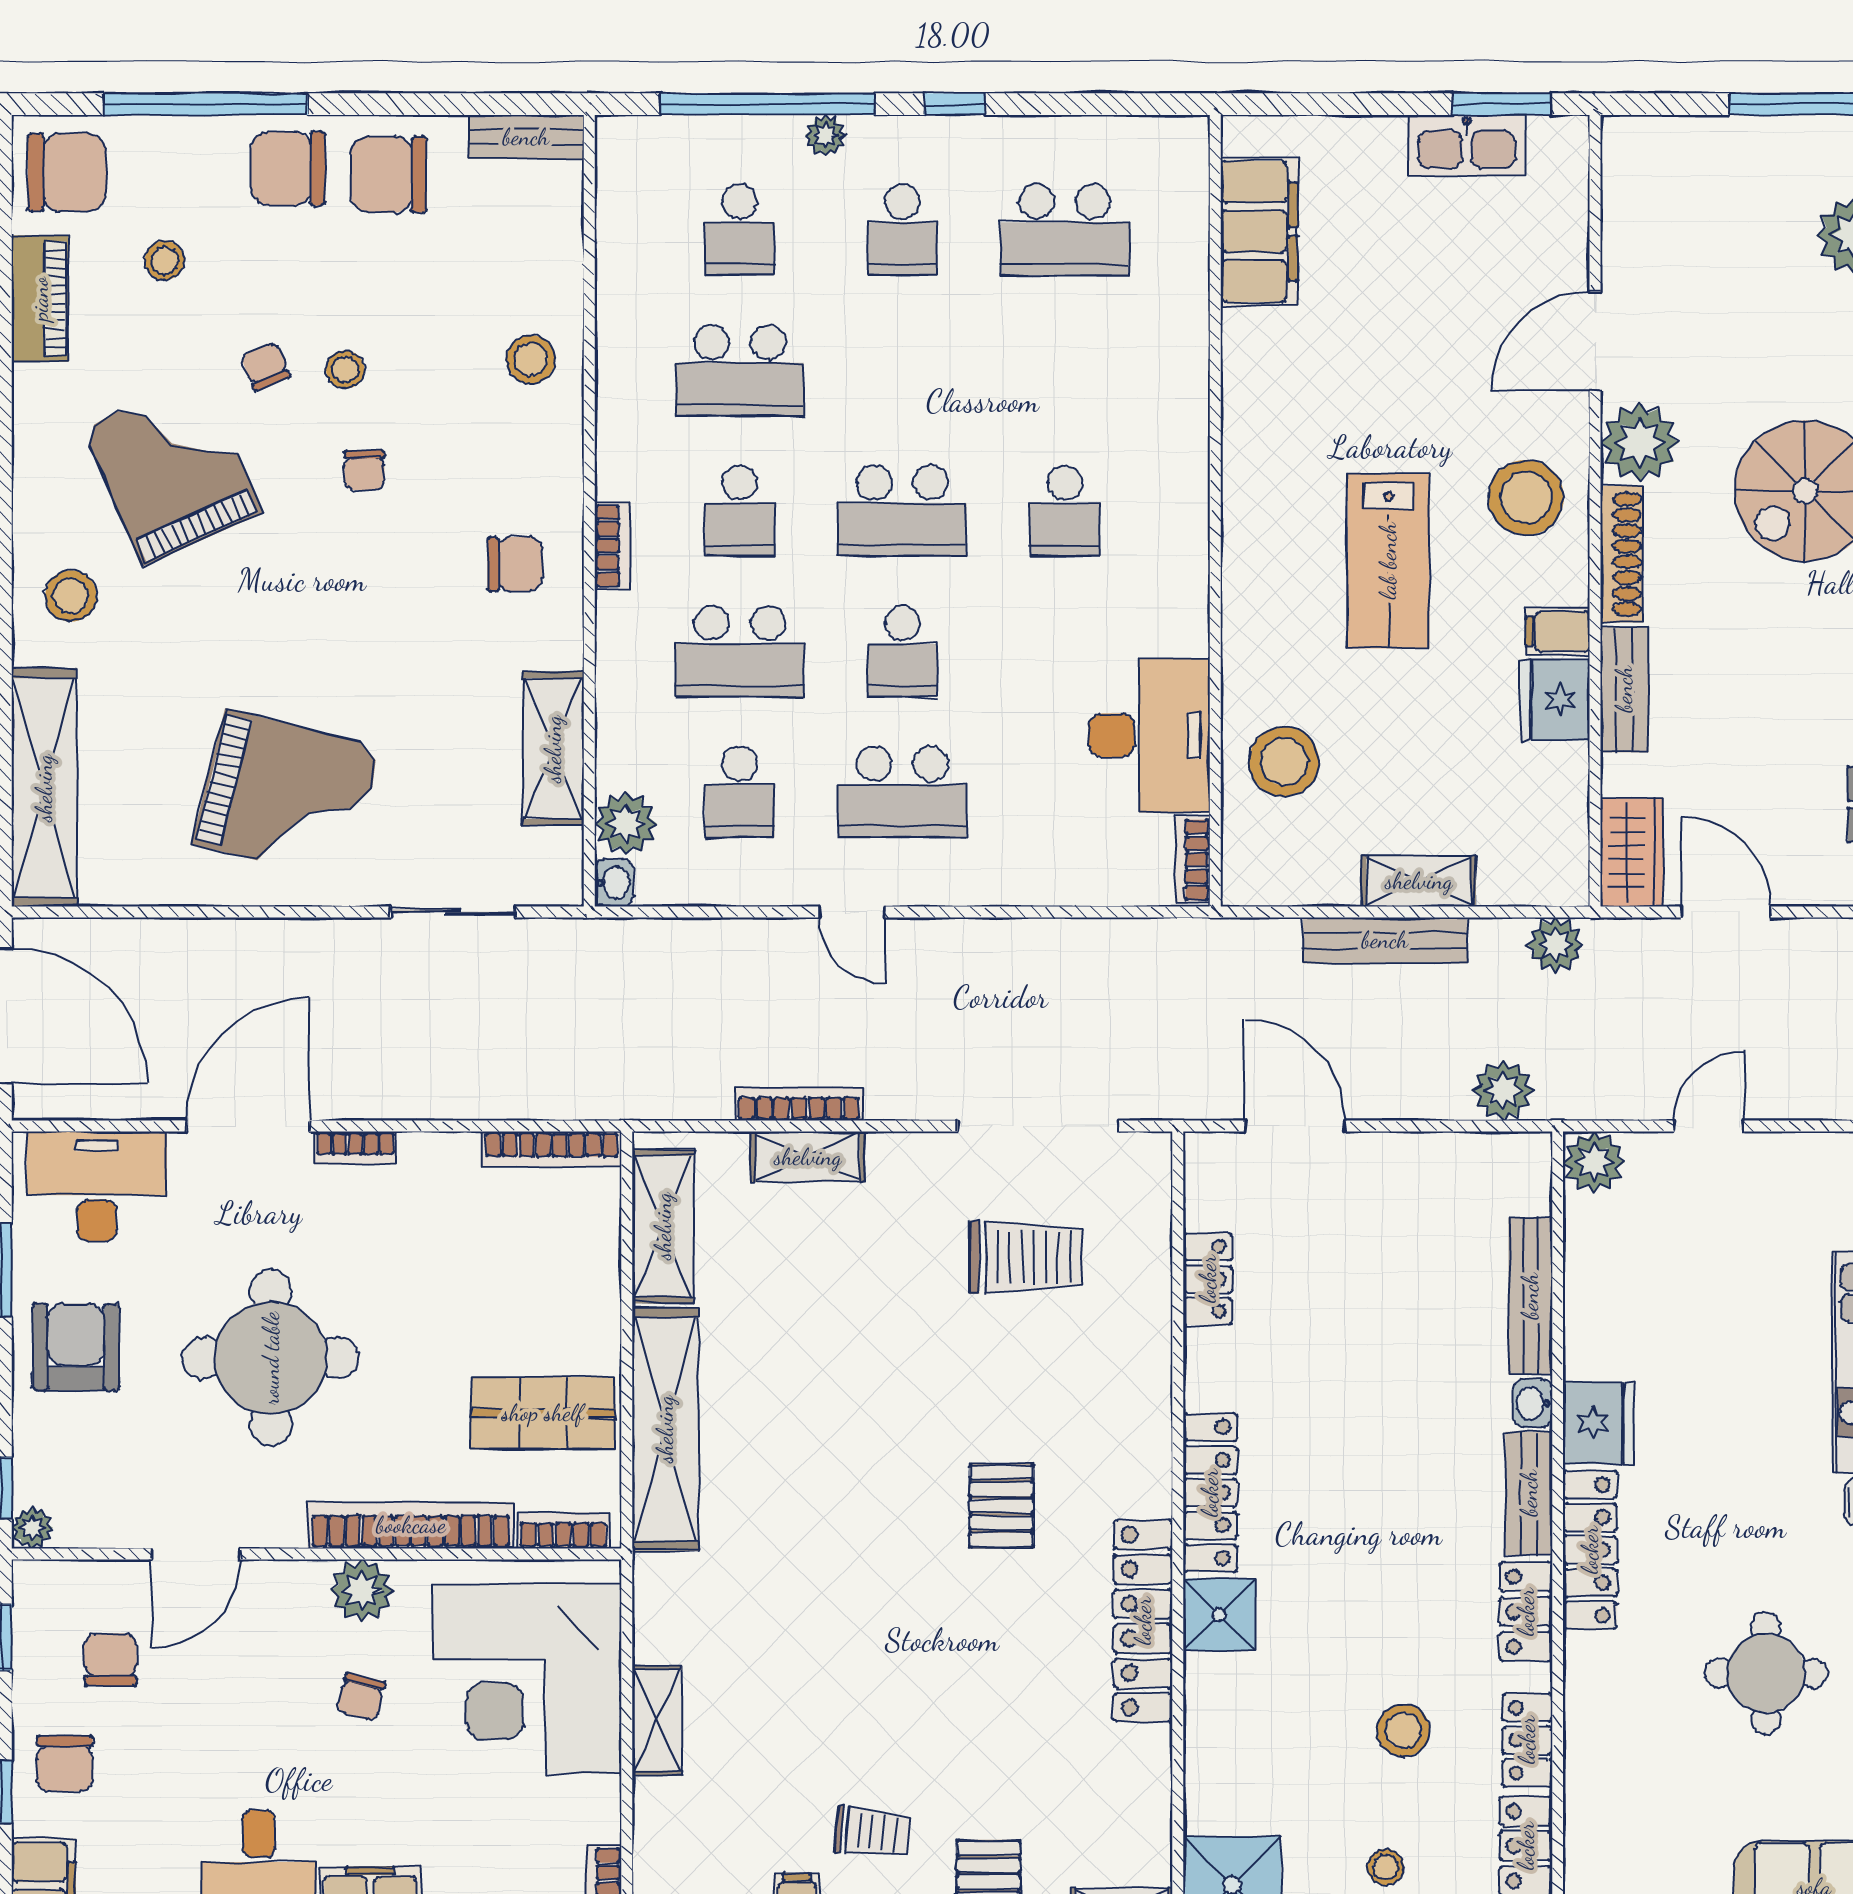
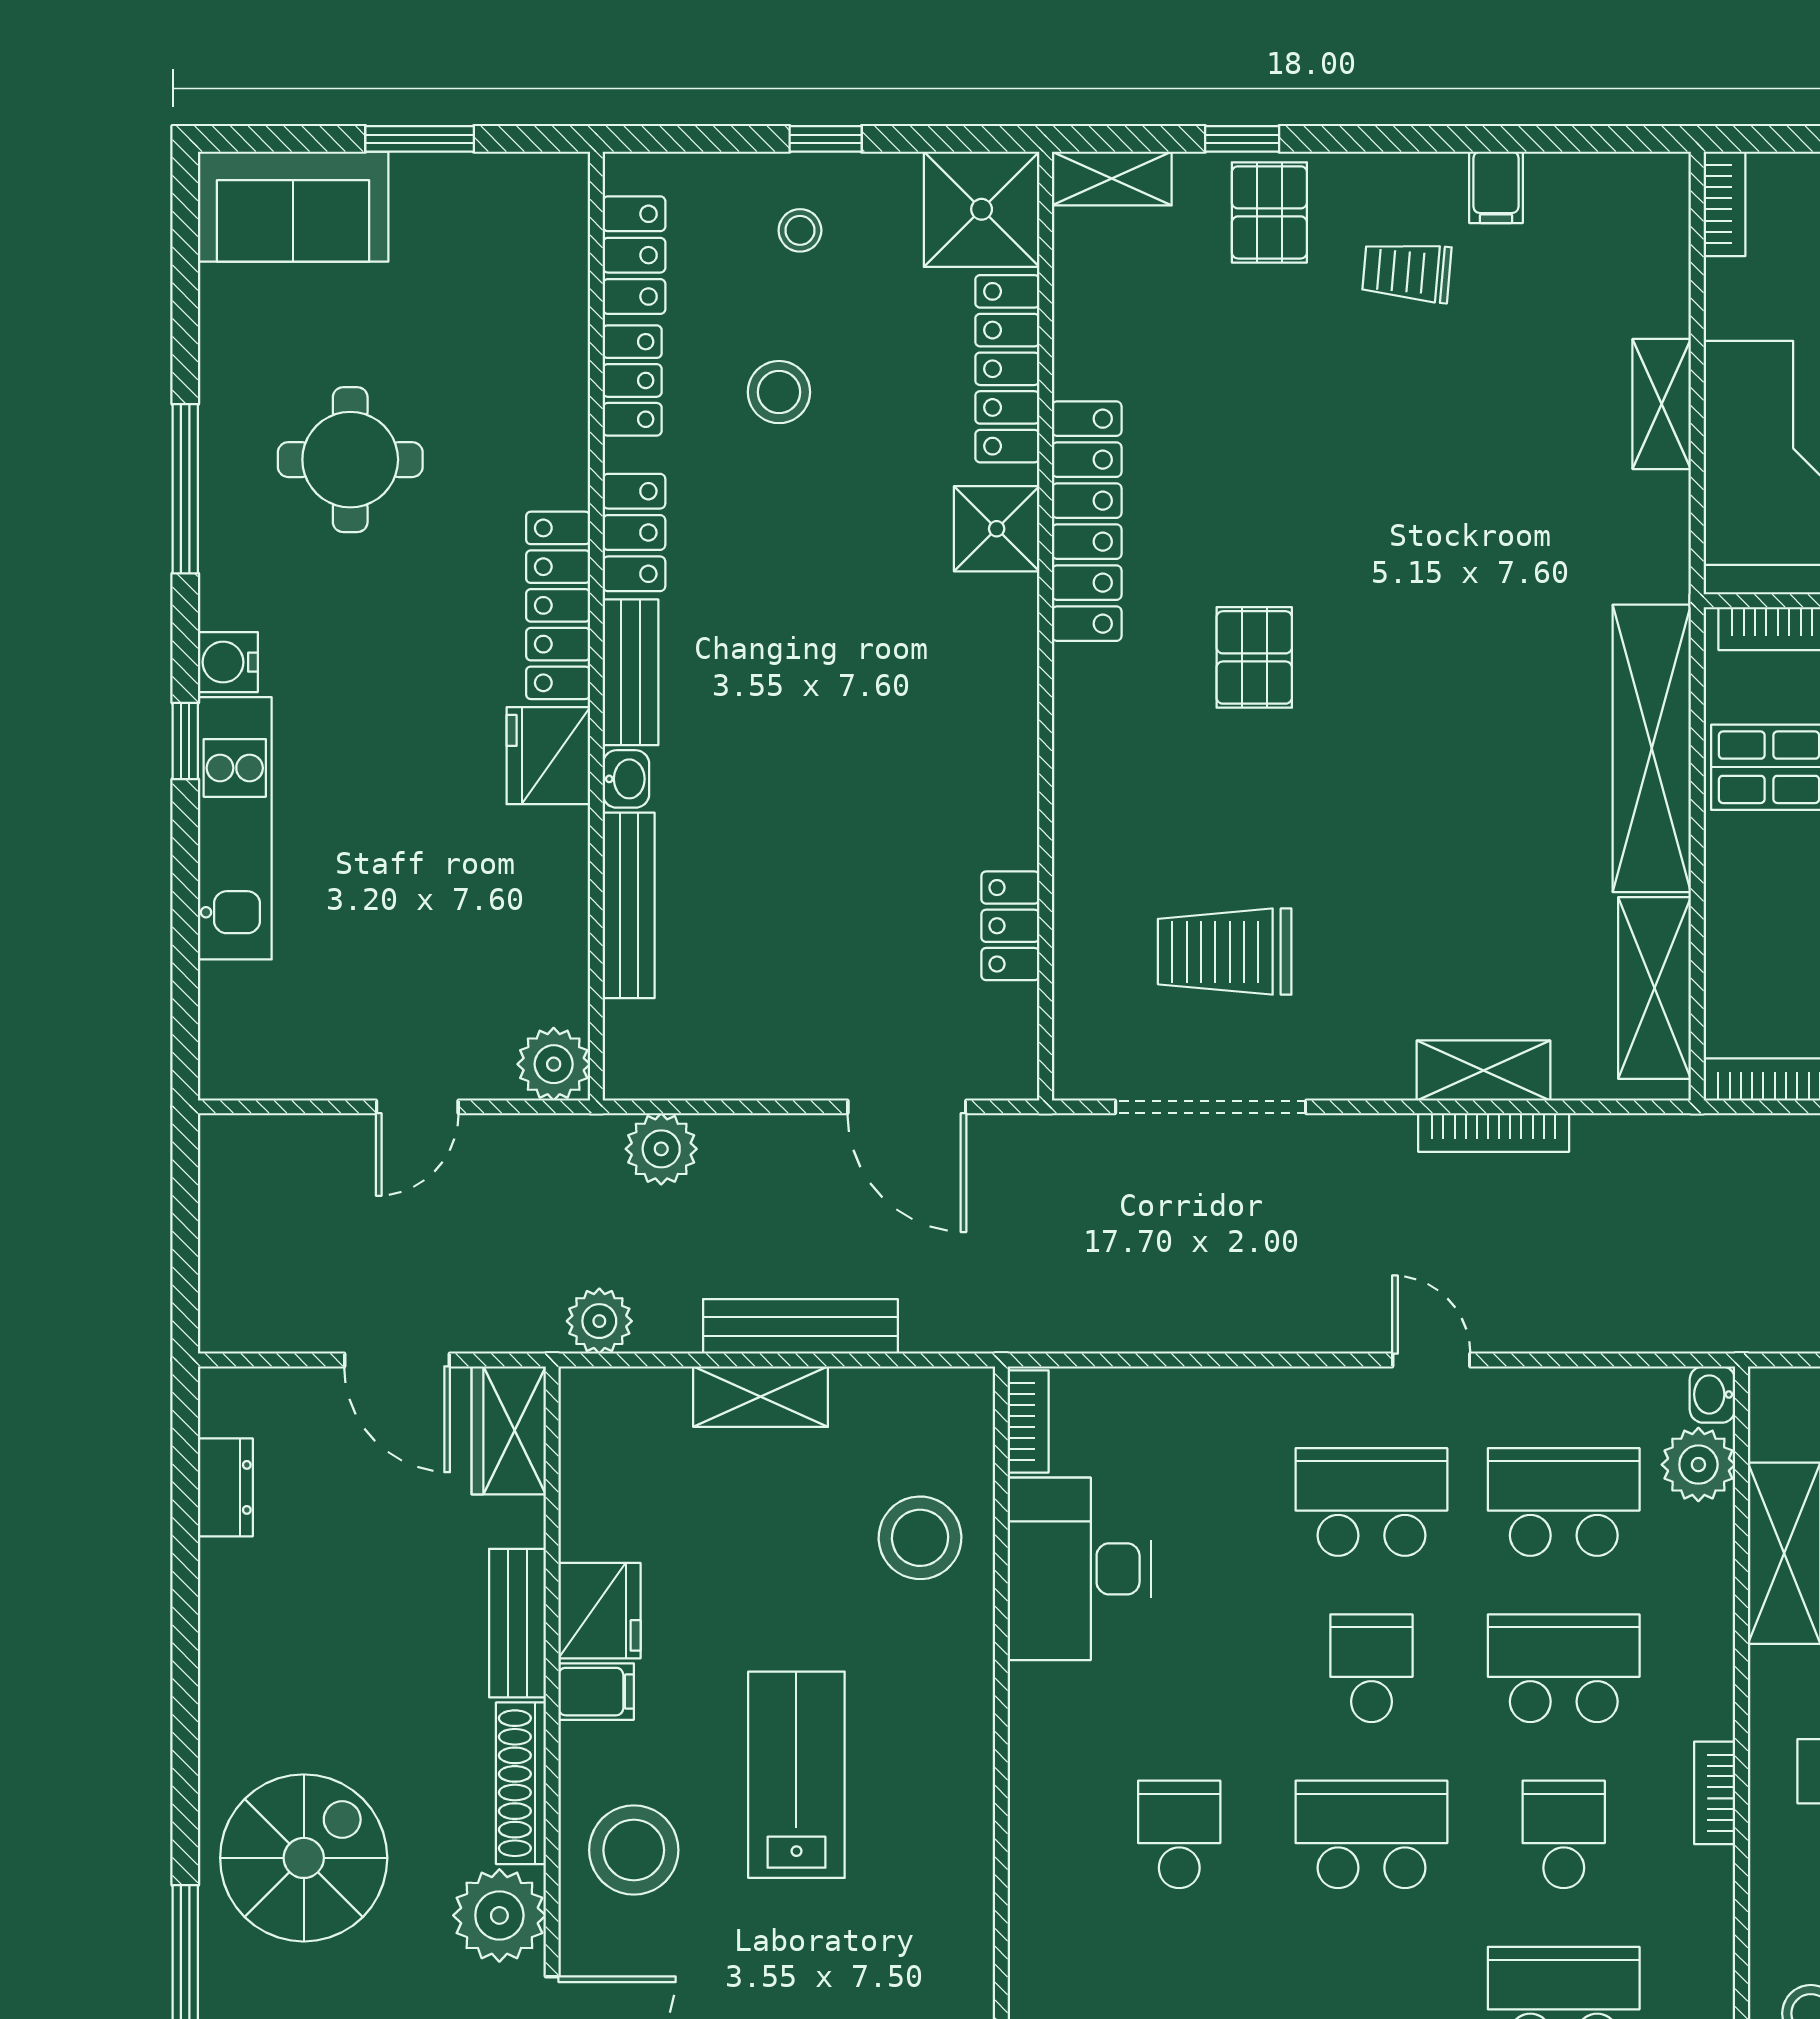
school desk: (740, 792) -> (1564, 1502), width x1.85
locker: (1210, 1493) -> (1007, 369), moved

